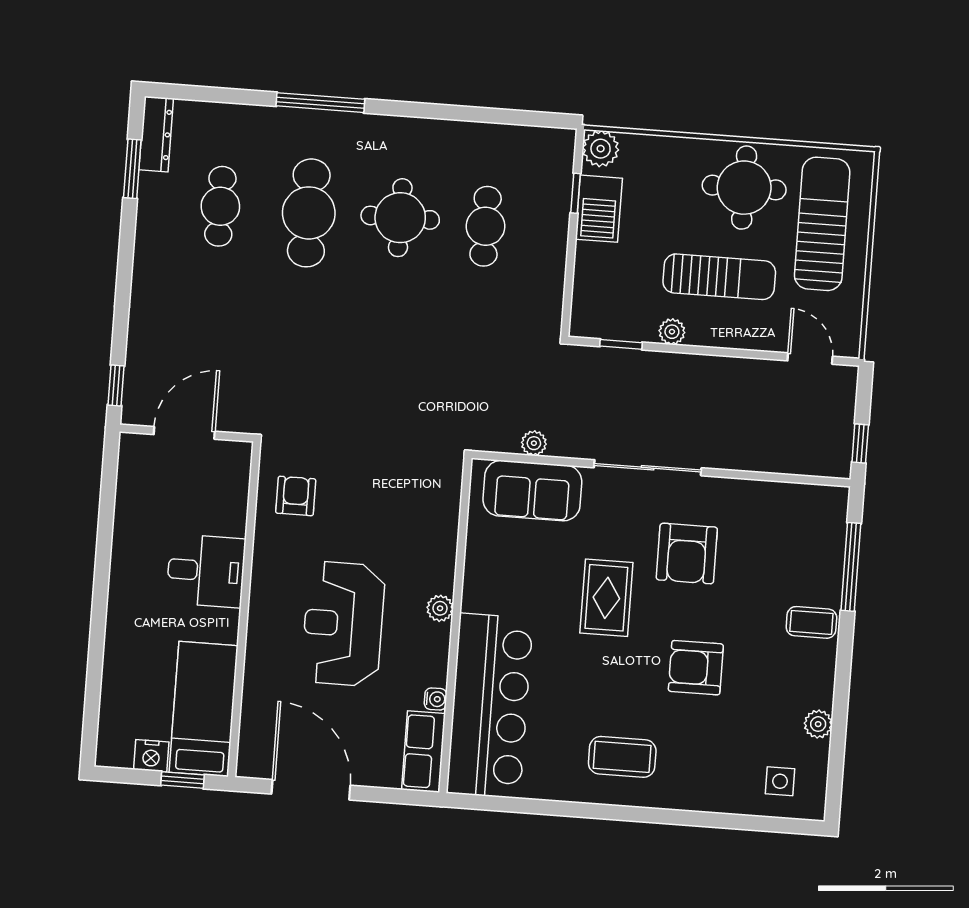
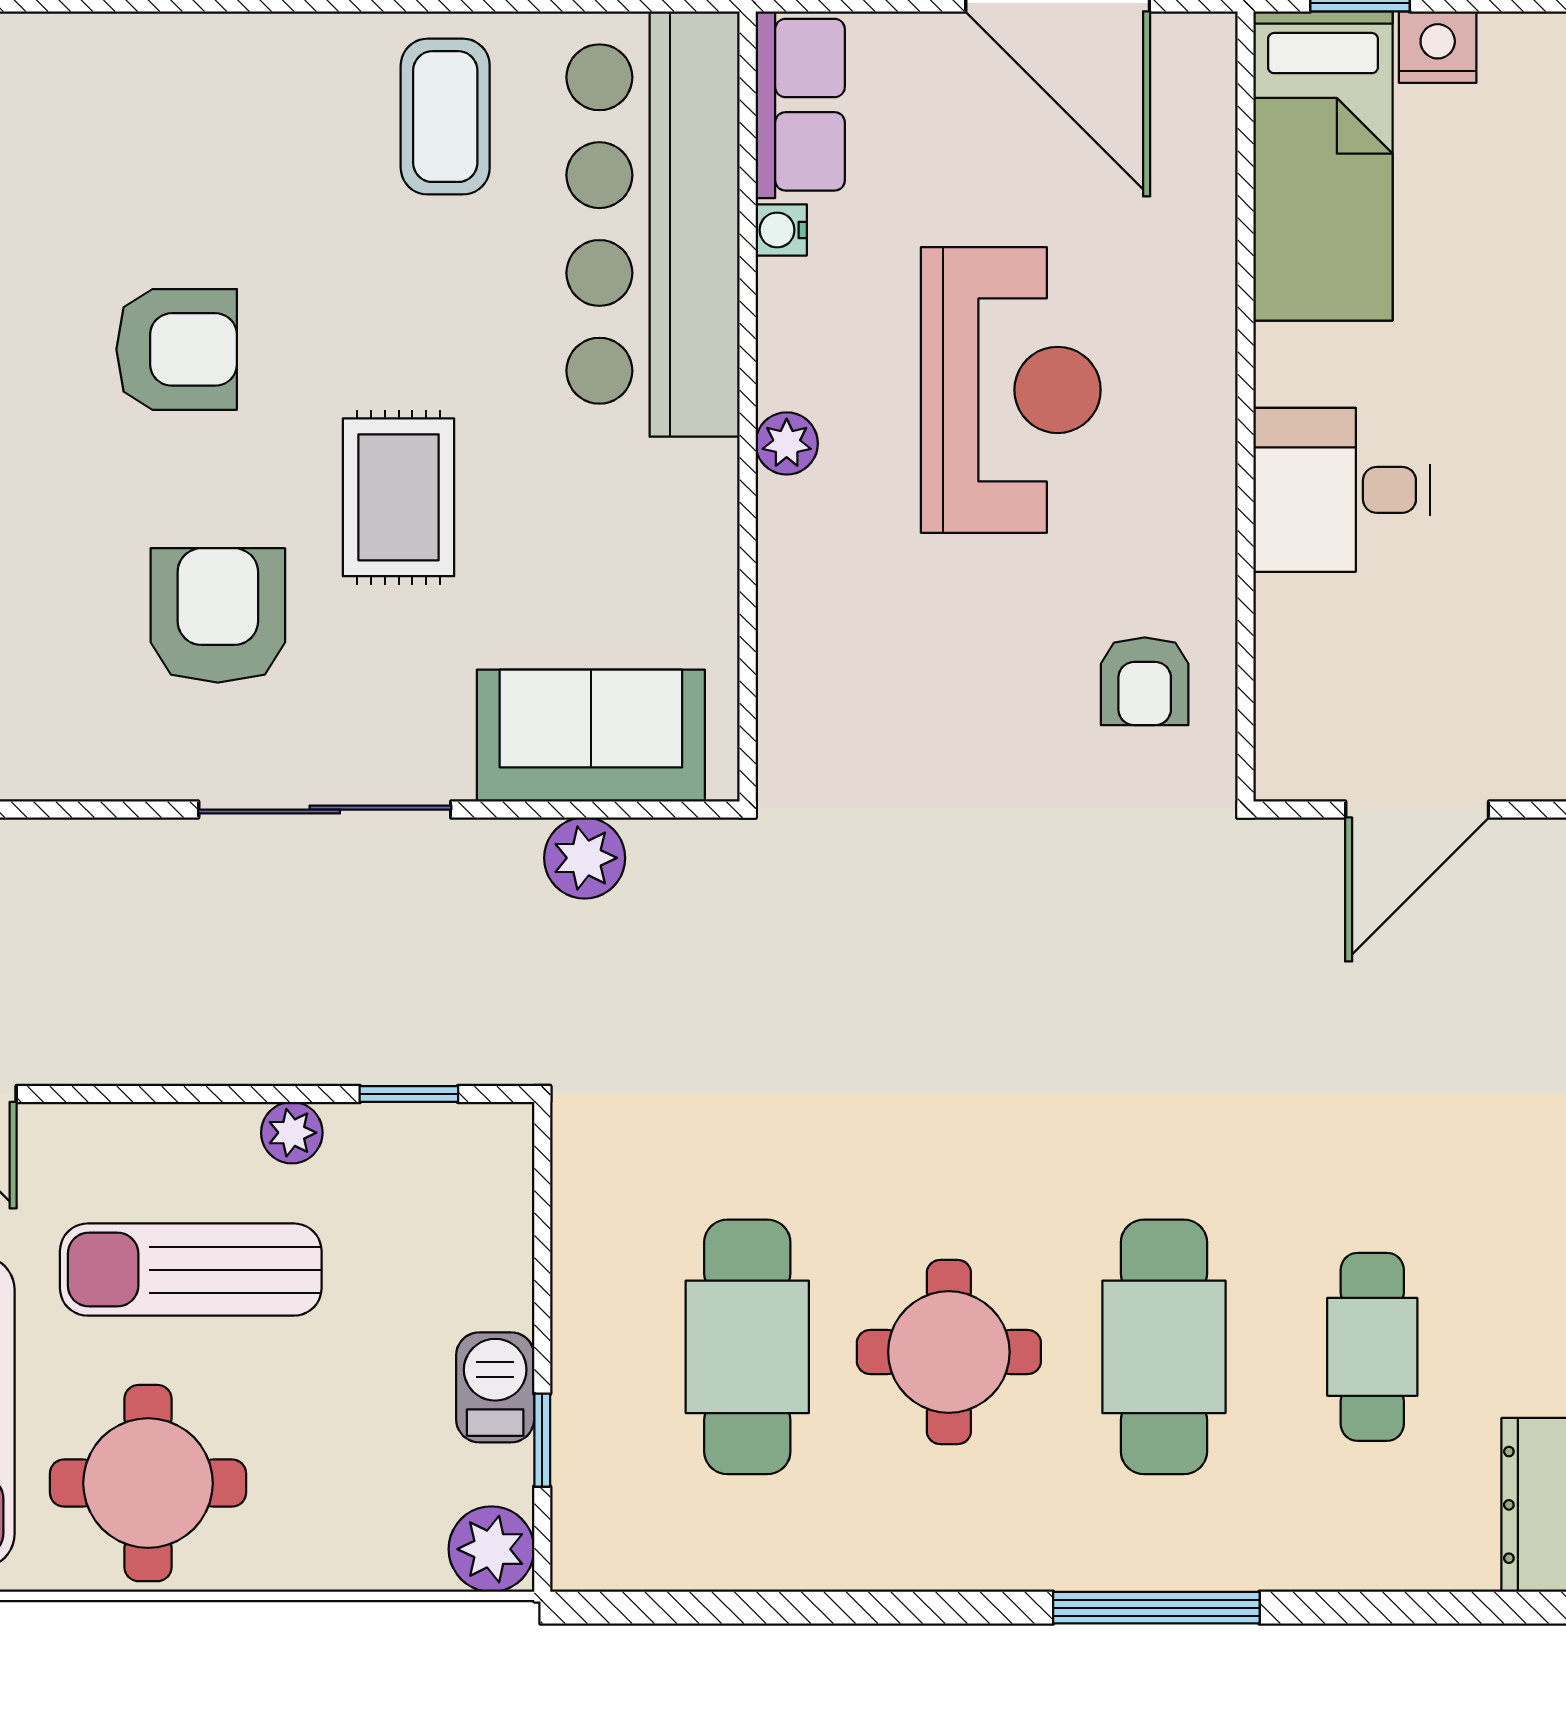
barbecue: (599, 209) -> (495, 1387), width x0.73, depth x0.79
cafe table: (486, 226) -> (747, 1347), width x1.37, depth x1.35
plant: (534, 443) -> (585, 858), width x1.38, depth x1.38
coffee table: (622, 757) -> (445, 117), moved, turned 90

